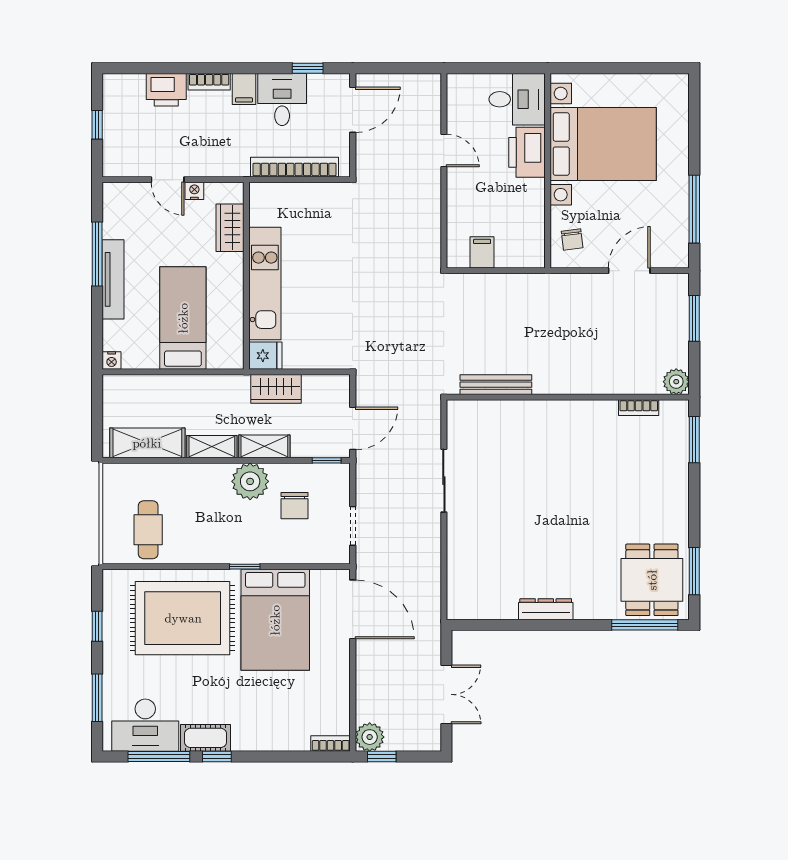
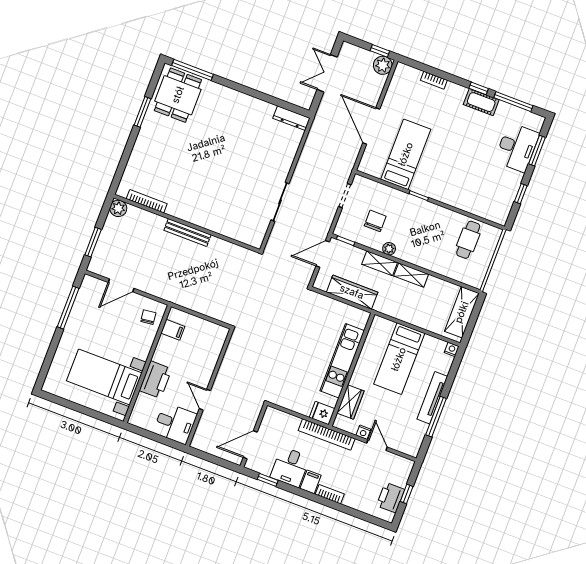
printer: (166, 90) -> (391, 498), moved, turned -90
desk: (517, 99) -> (175, 423), moved, turned 180
bed with nightstands: (603, 144) -> (104, 377), width x0.73
bookcase: (294, 167) -> (327, 435), moved
filing cabinet: (482, 252) -> (173, 330), moved, turned -90
fridge: (265, 356) -> (322, 413), moved
bench: (496, 385) -> (187, 233), moved
wardrobe: (276, 389) -> (352, 292), width x1.50
bookcase: (639, 408) -> (147, 201), width x1.56
window: (694, 440) -> (121, 169), removed
shelving: (147, 443) -> (462, 312), moved, turned 90
plant: (250, 481) -> (389, 249), width x0.53, depth x0.53
window: (694, 571) -> (143, 112), moved
door: (353, 609) -> (371, 126), moved
dresser: (546, 609) -> (291, 118), moved
rug: (183, 618) -> (468, 179), removed
bed: (275, 620) -> (406, 154), width x0.67
desk: (145, 725) -> (517, 147), moved, turned 90
bookcase: (331, 744) -> (434, 80), moved

